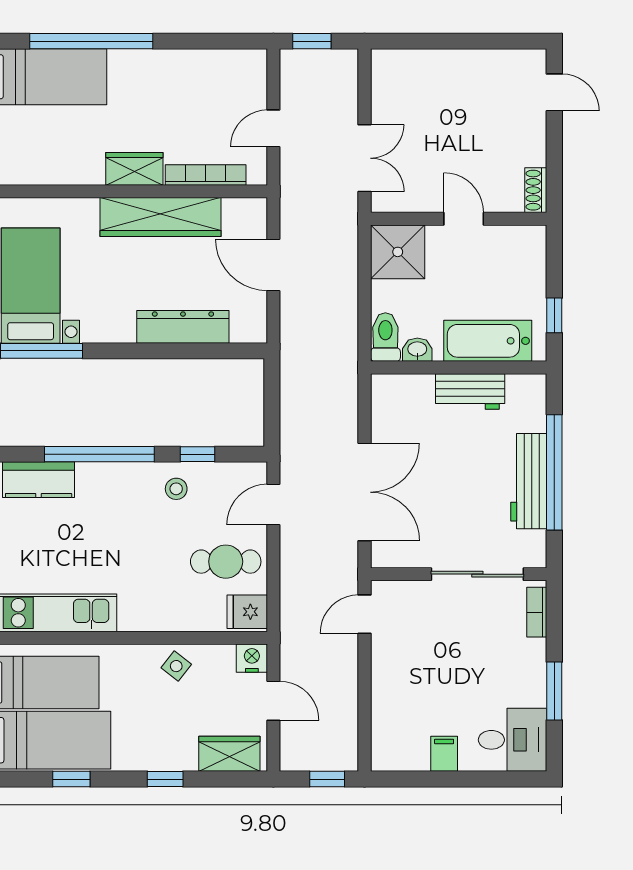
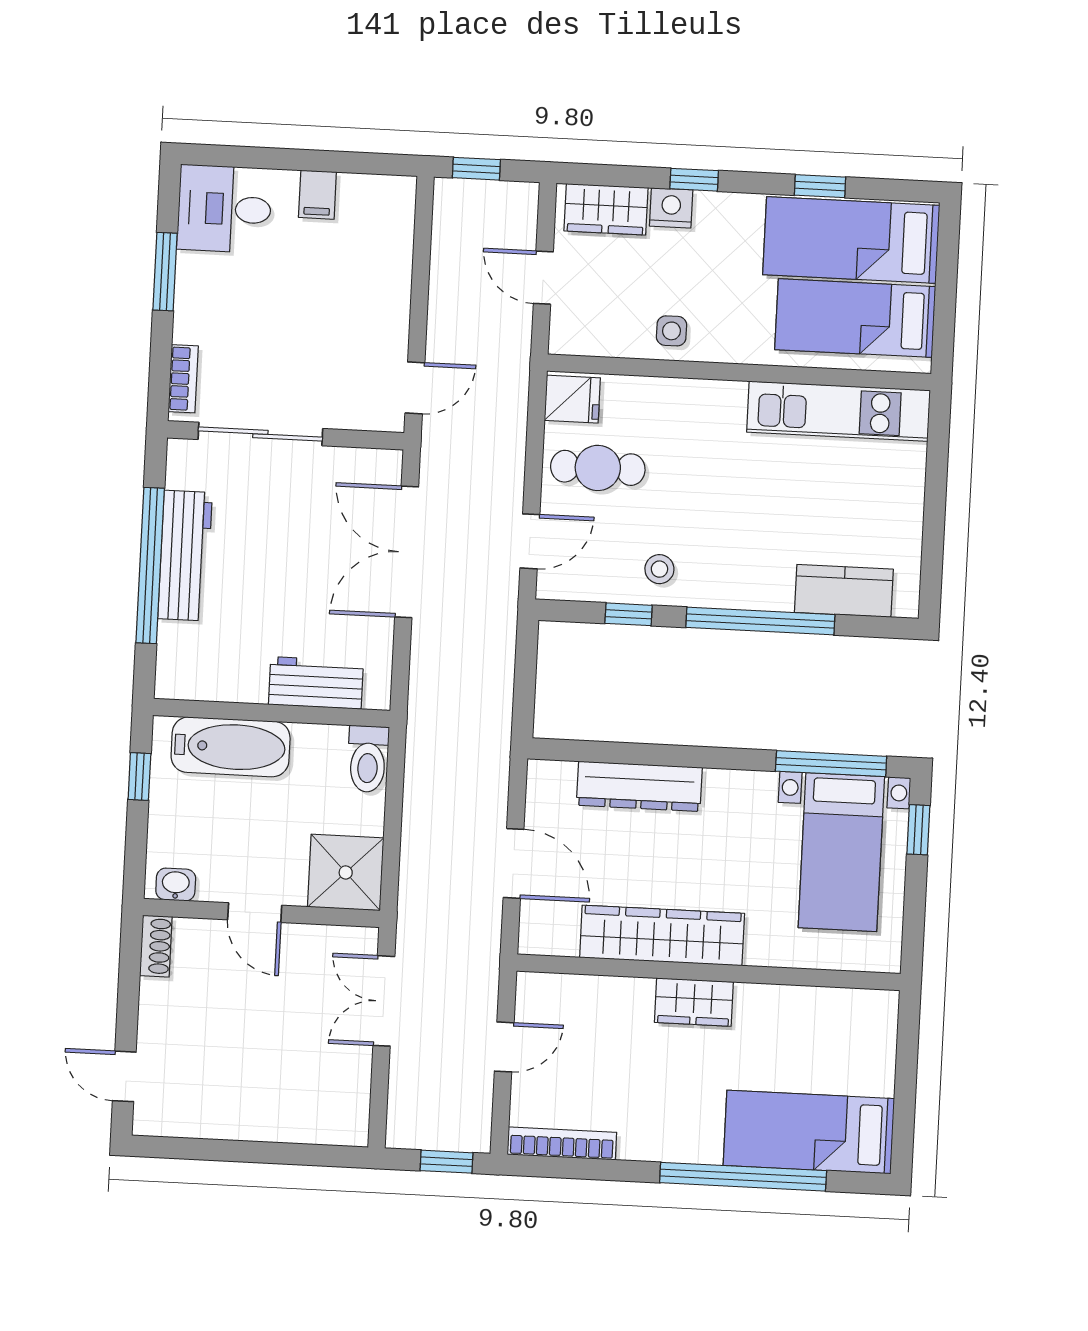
bookcase: (206, 175) -> (562, 1143), moved, turned 180
washbasin: (417, 350) -> (176, 884), moved, turned 180
workbench: (470, 391) -> (316, 683), moved
nightstand: (252, 658) -> (671, 208), moved, turned 180
side table: (176, 666) -> (672, 331), turned -38

